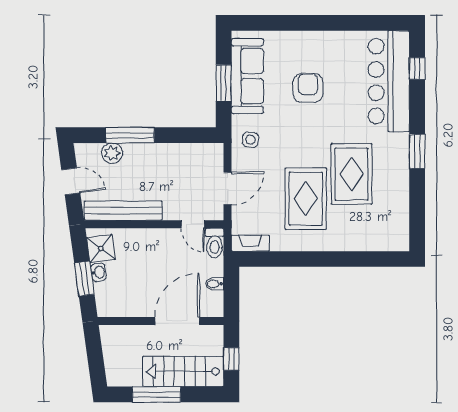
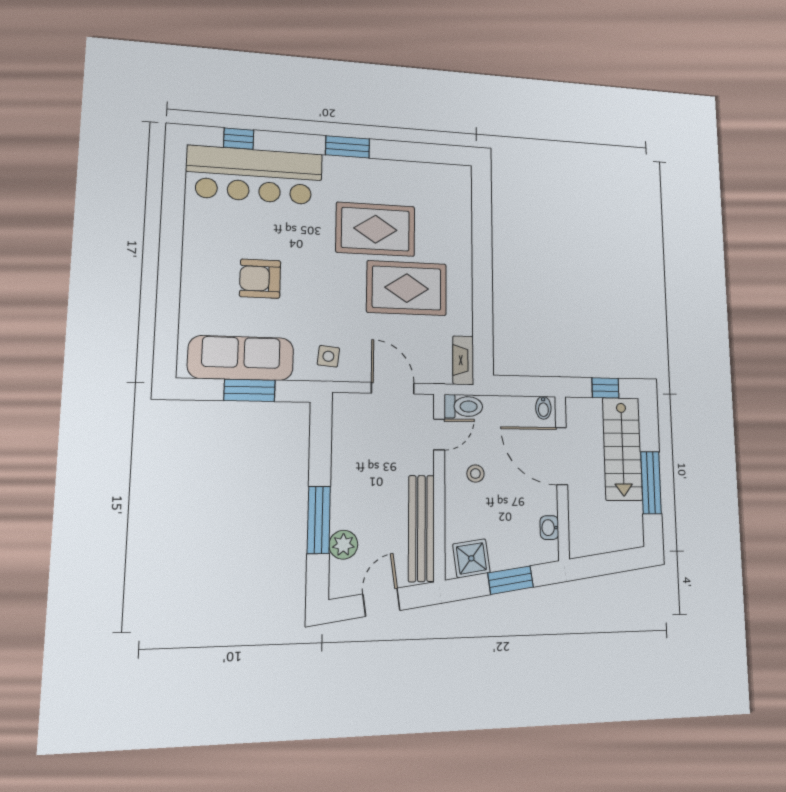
stool: (164, 252) -> (475, 474), added
washbasin: (99, 272) -> (549, 528), moved, turned -82
bidet: (215, 284) -> (543, 408), moved

